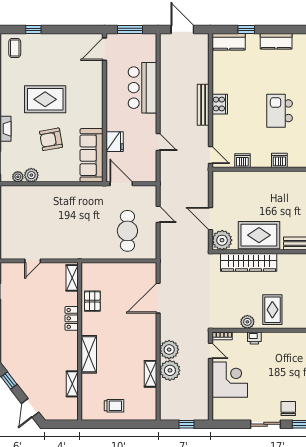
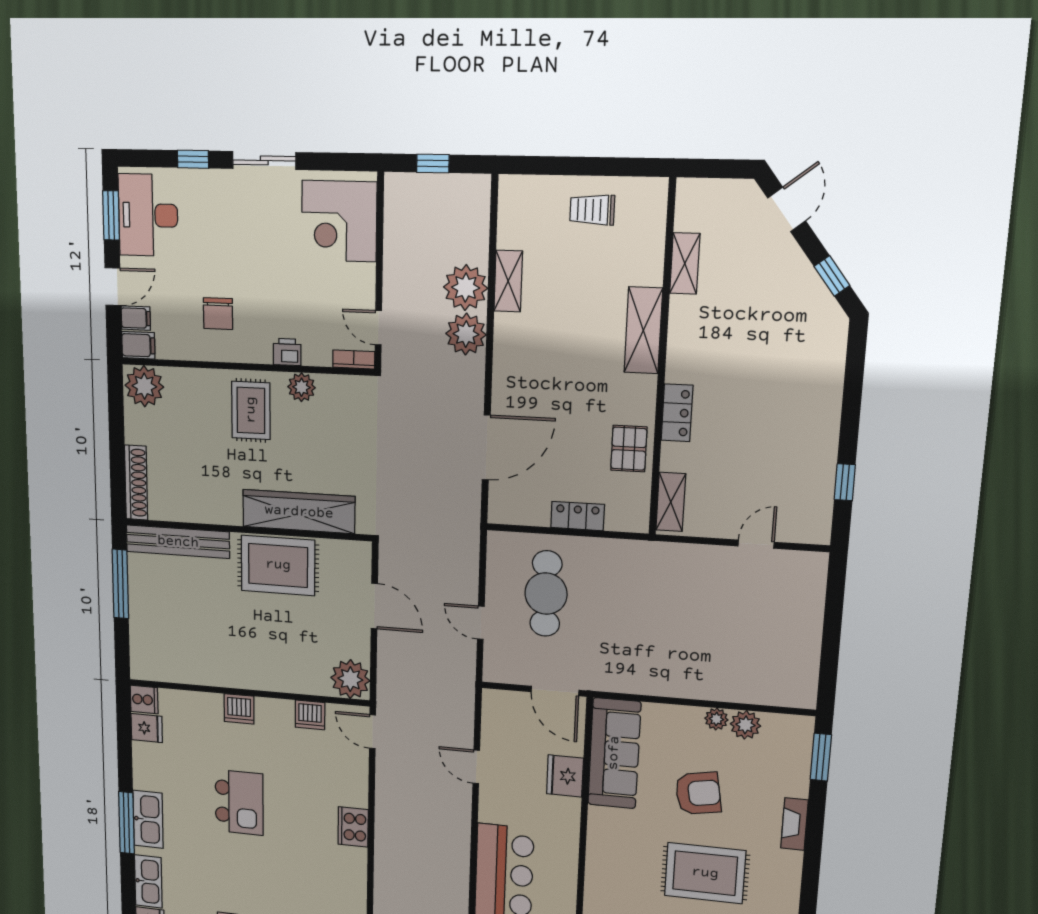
bench: (203, 105) -> (385, 829), removed
plant: (18, 177) -> (716, 719), moved
plant: (222, 240) -> (350, 679), moved
locker: (114, 269) -> (578, 516), added
corner desk: (230, 380) -> (339, 221), moved
chair: (288, 409) -> (218, 314), moved

